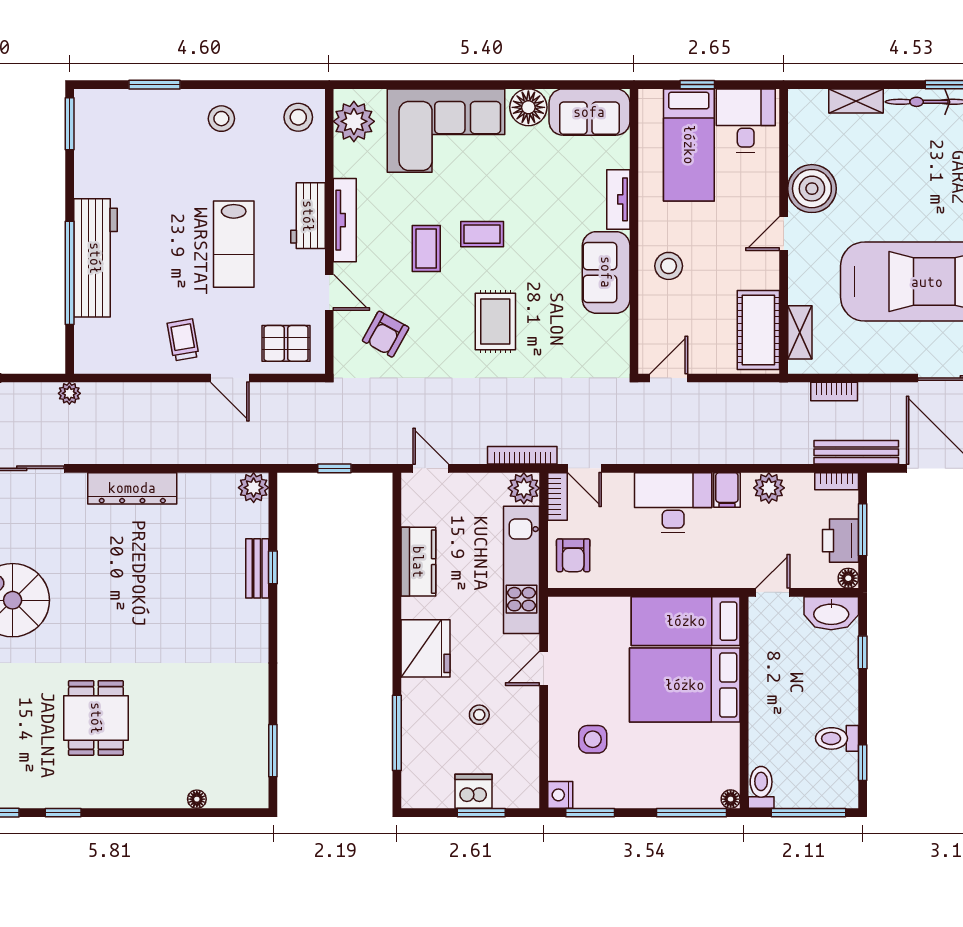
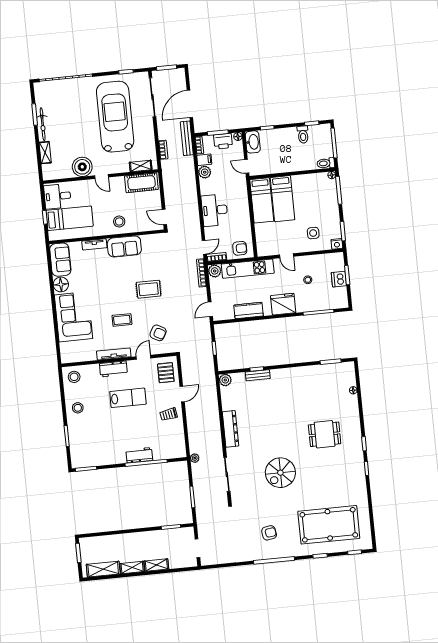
plant: (354, 121) -> (74, 354), removed
coffee table: (482, 234) -> (114, 298), removed
workbench: (95, 258) -> (139, 455), width x0.53, depth x0.76
filing cabinet: (727, 490) -> (204, 160), moved
bed: (685, 685) -> (283, 199), width x0.67

